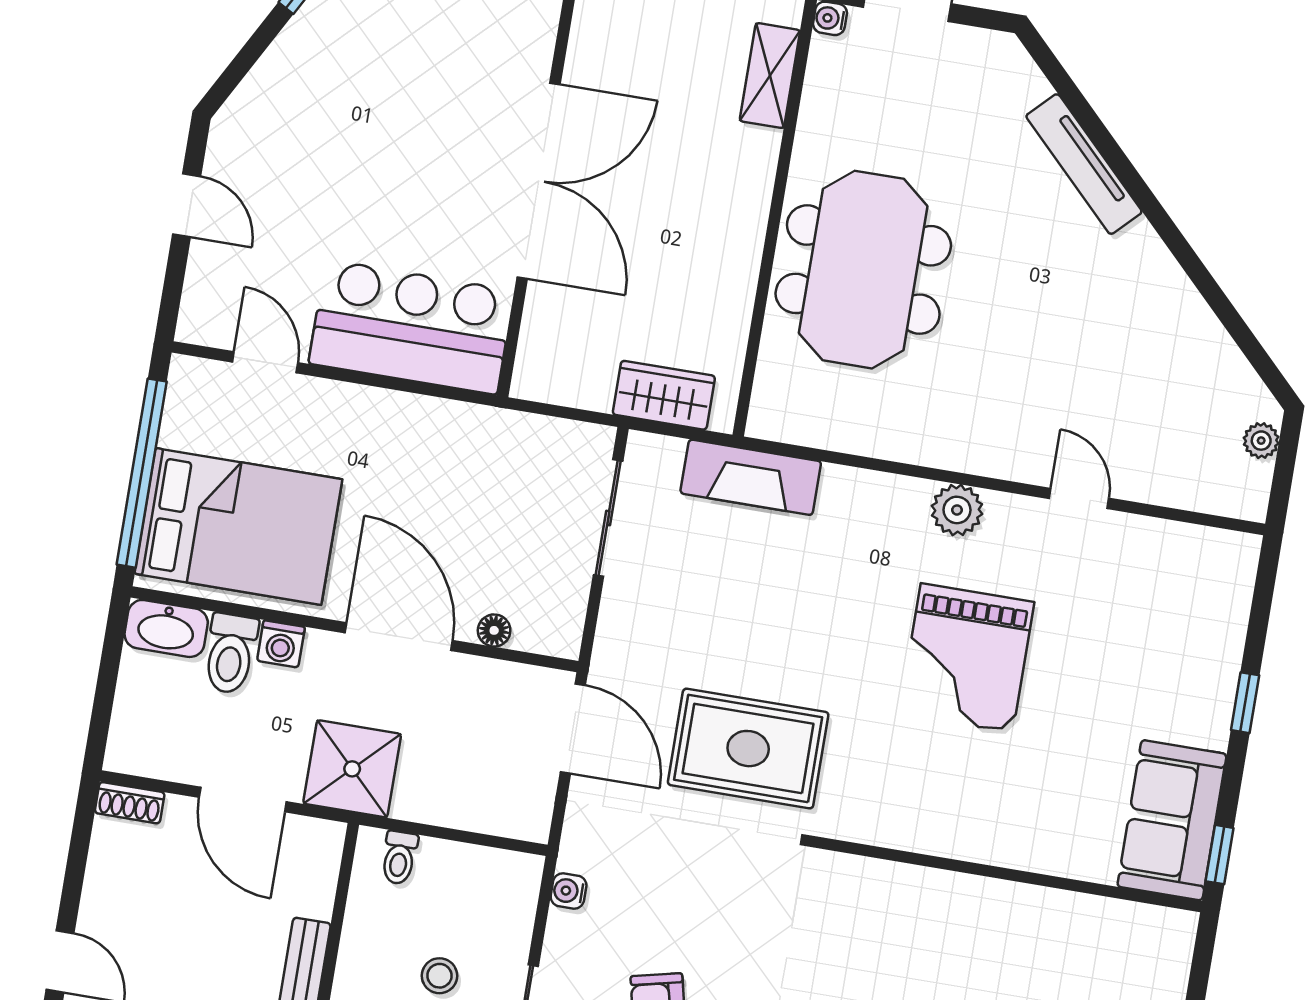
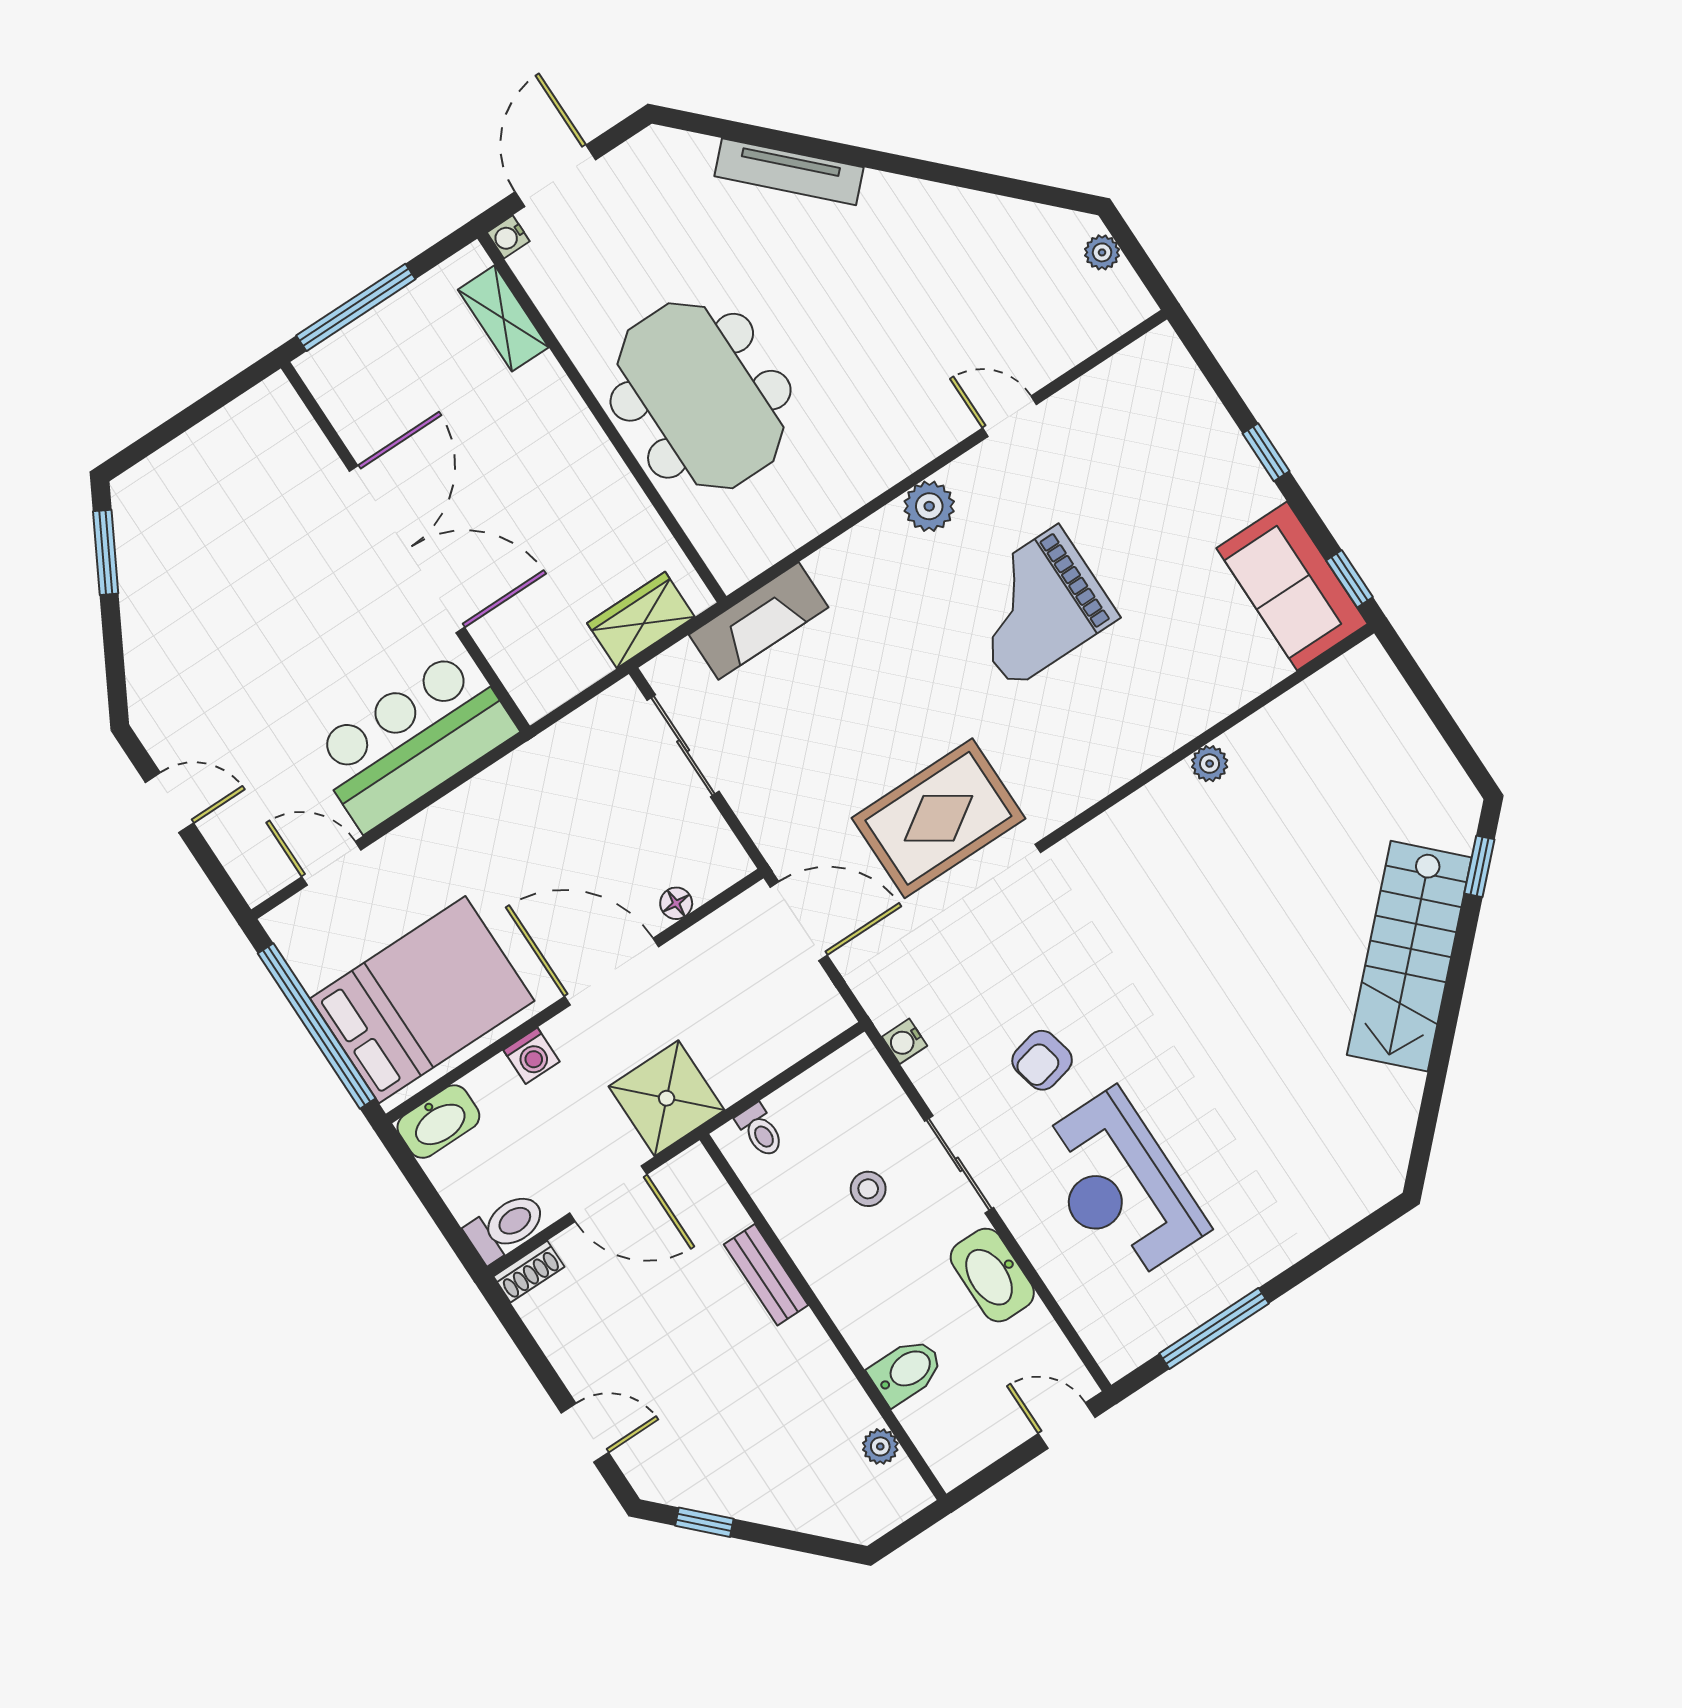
toilet: (230, 654) -> (506, 1227), moved, turned -90
grand piano: (967, 658) -> (1035, 606), turned 90
plant: (988, 895) -> (1210, 764), added

